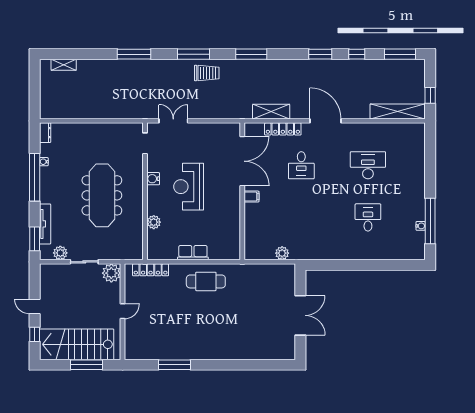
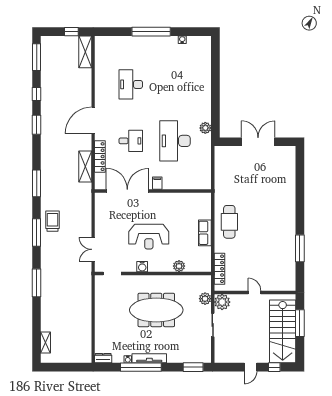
shelving: (398, 111) -> (85, 52), width x0.68
desk: (368, 217) -> (175, 141), moved, width x1.87, depth x1.30
window: (430, 221) -> (151, 32), moved
tv unit: (45, 224) -> (149, 358), moved
plant: (60, 253) -> (205, 299), moved
plant: (282, 253) -> (205, 128), moved

